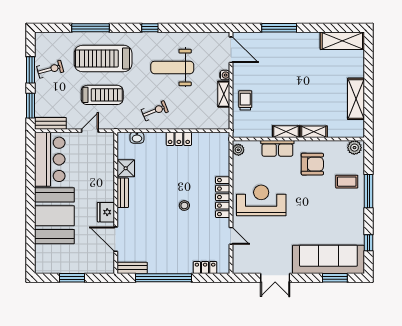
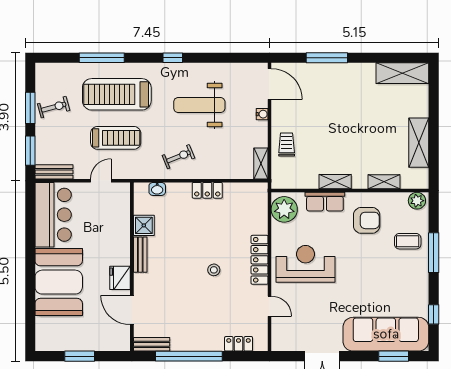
shelving: (224, 94) -> (261, 163), moved
shelving: (314, 132) -> (384, 182), moved
plant: (238, 150) -> (284, 209), width x1.88, depth x1.88

